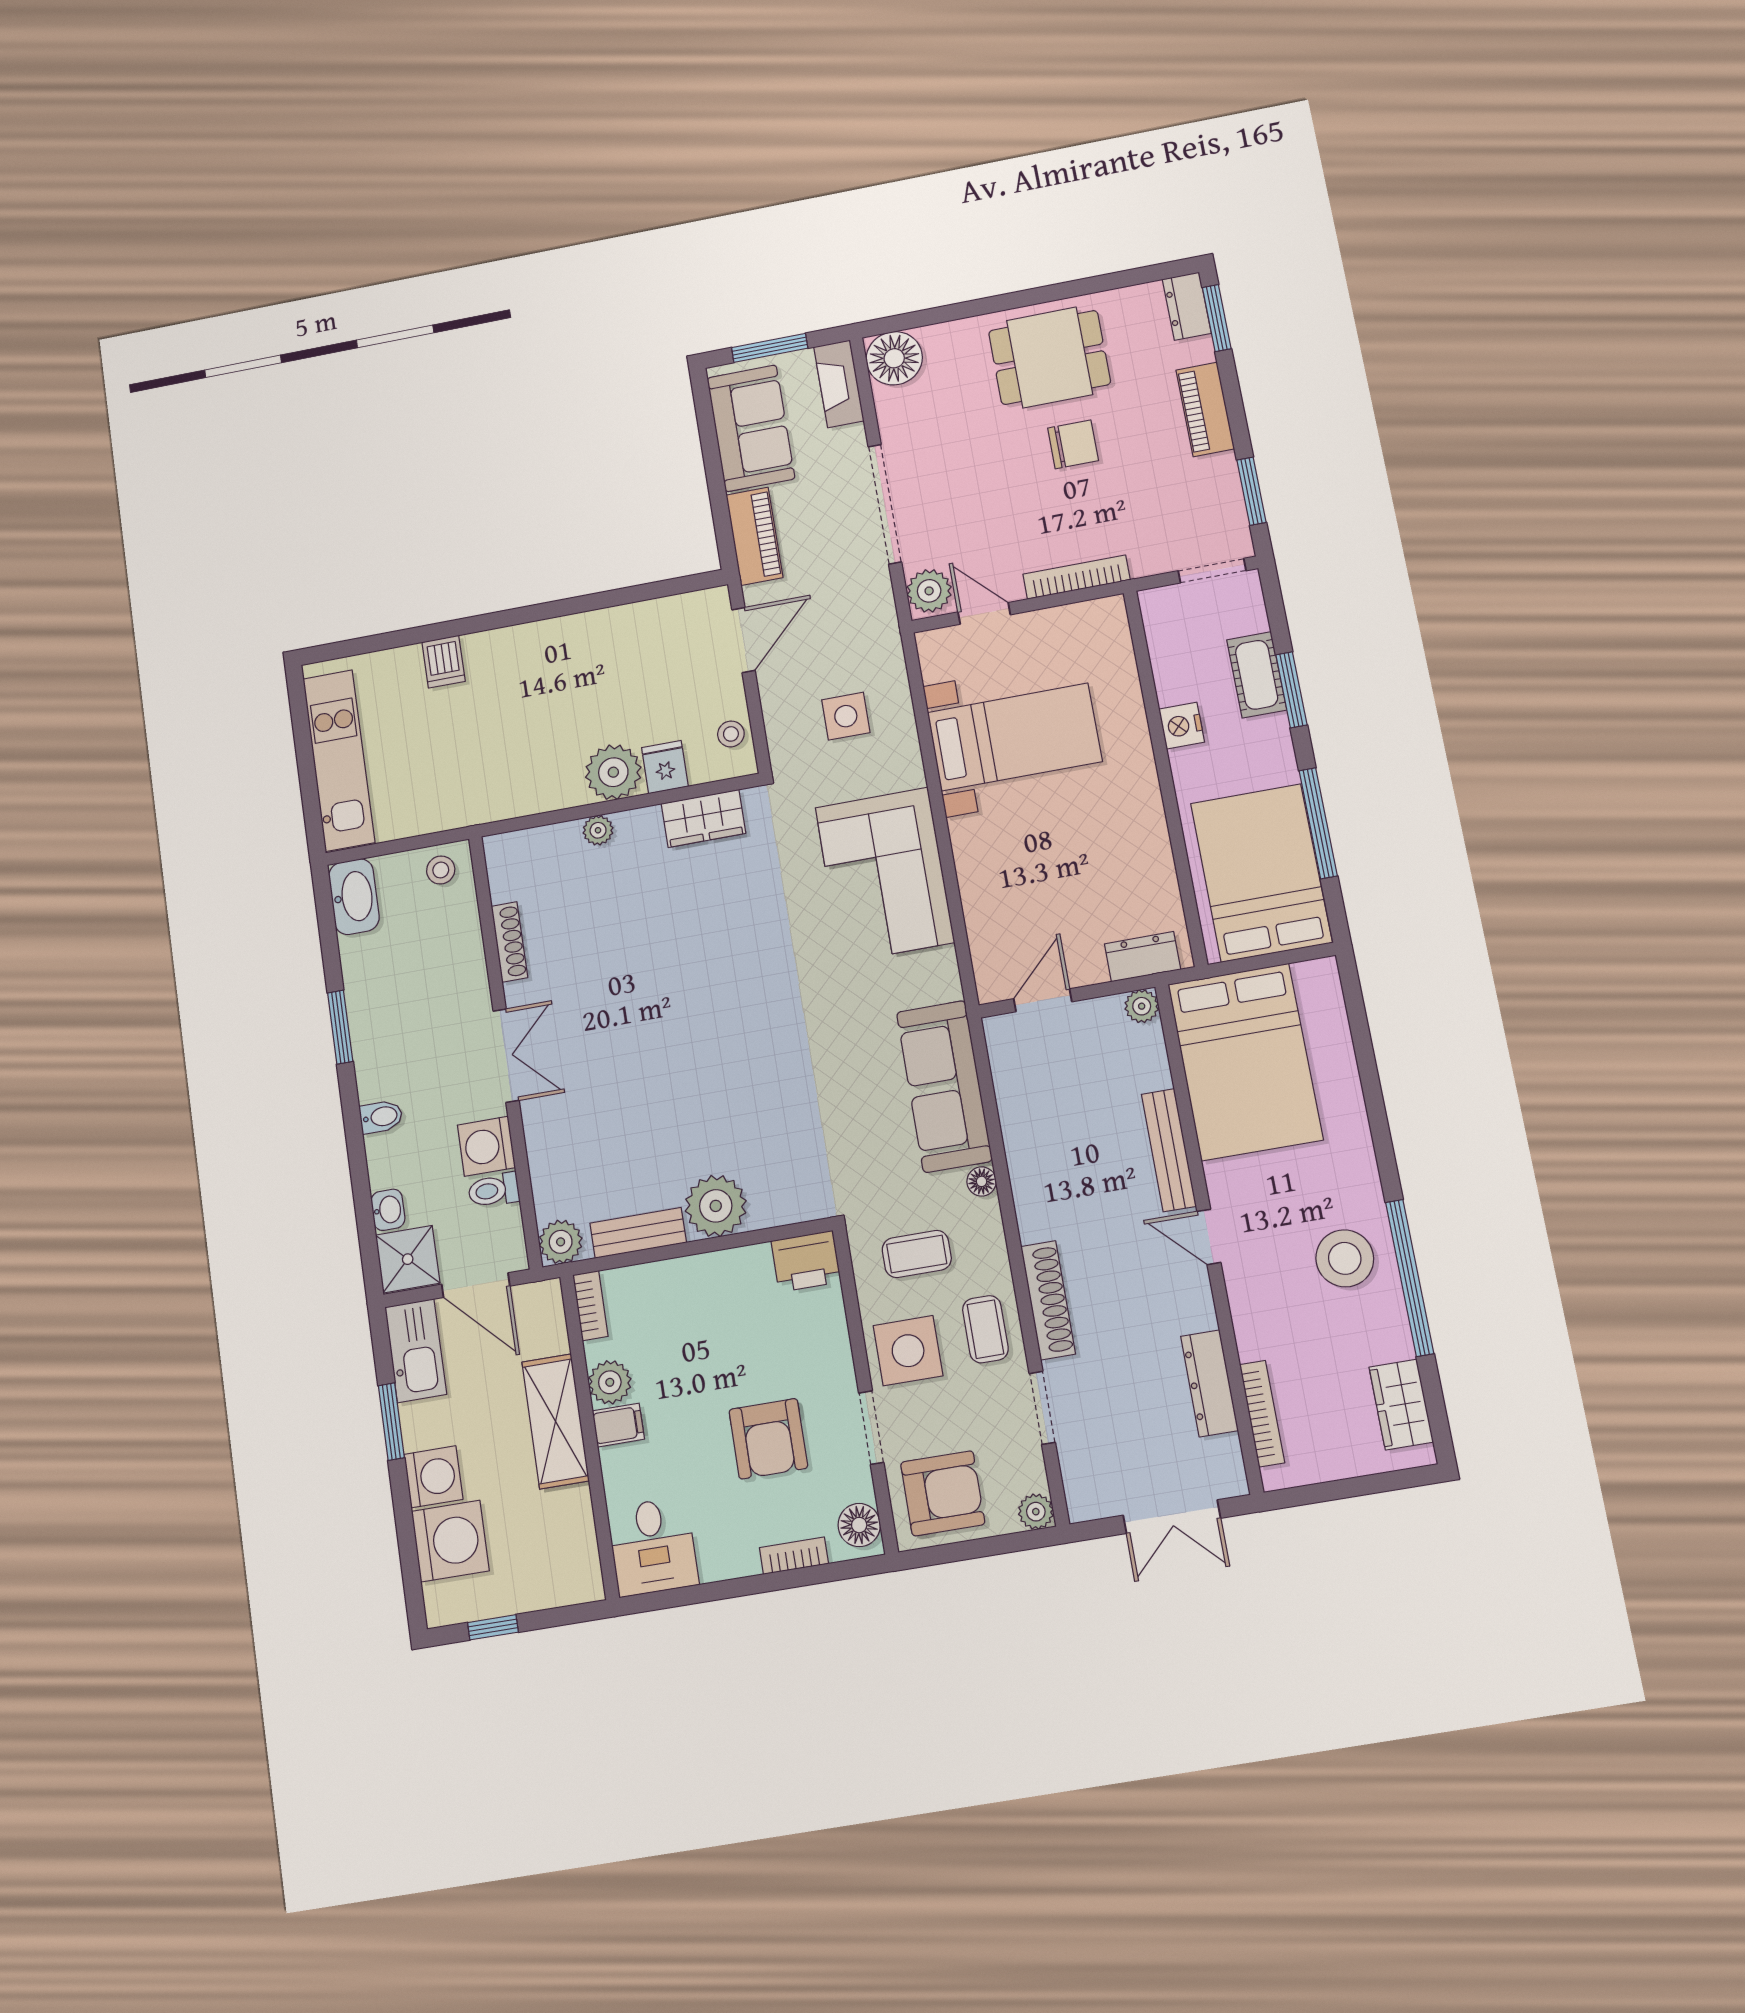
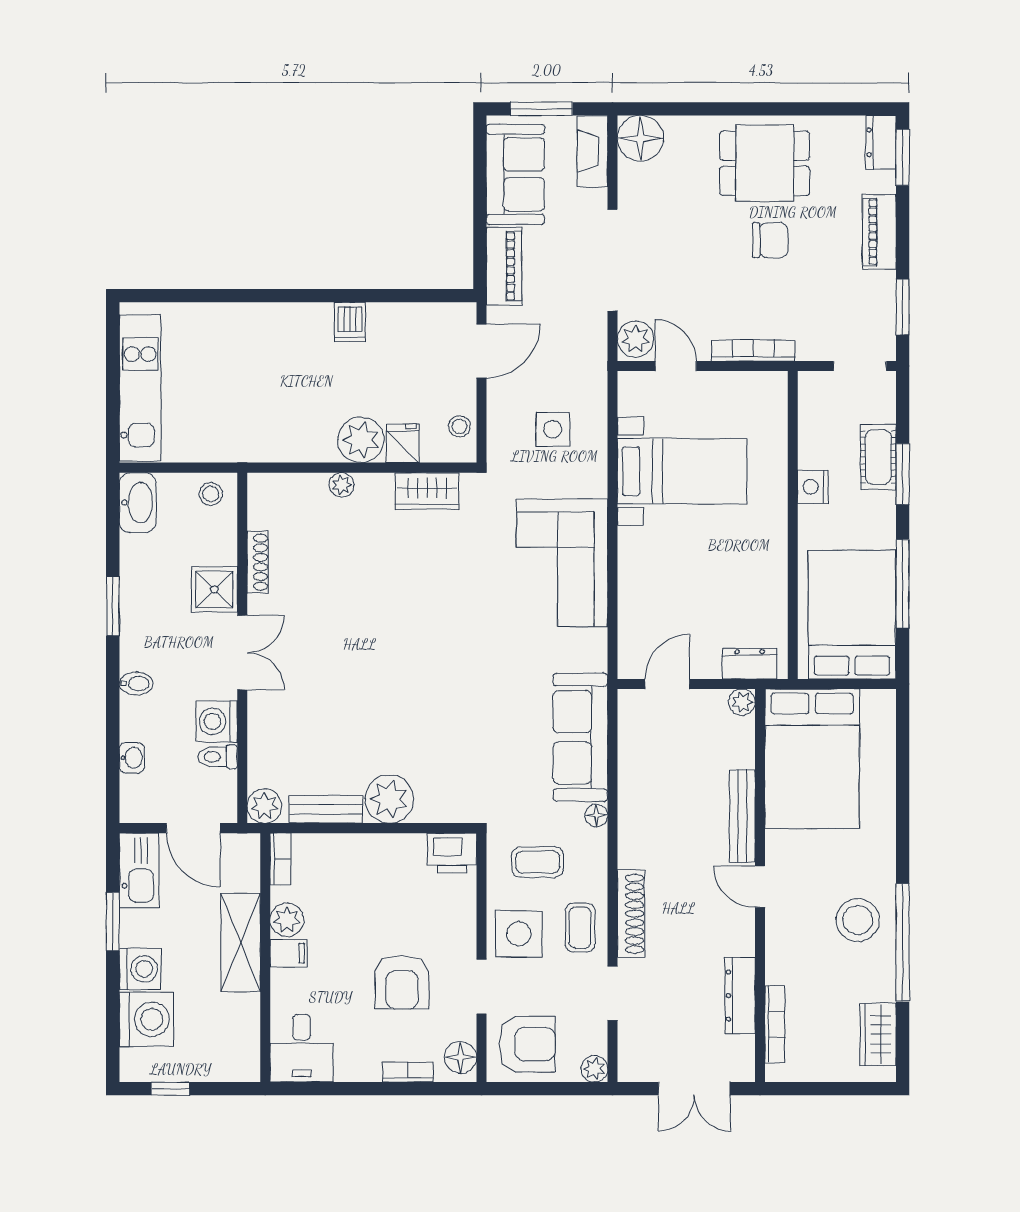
dishwasher: (444, 662) -> (350, 322), moved
shower: (408, 1259) -> (214, 589), moved

